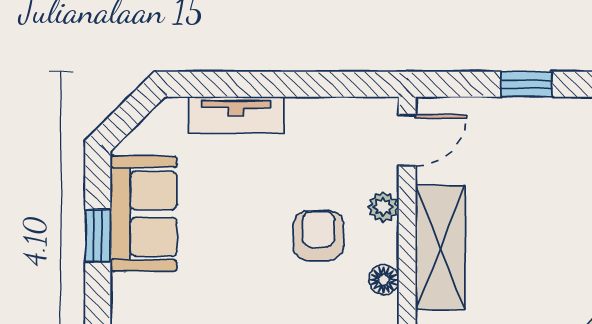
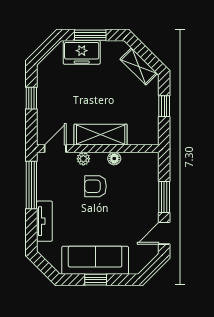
window: (321, 84) -> (31, 185), added
door: (407, 140) -> (55, 149), hinge flipped
sofa: (144, 214) -> (95, 260), width x1.36

